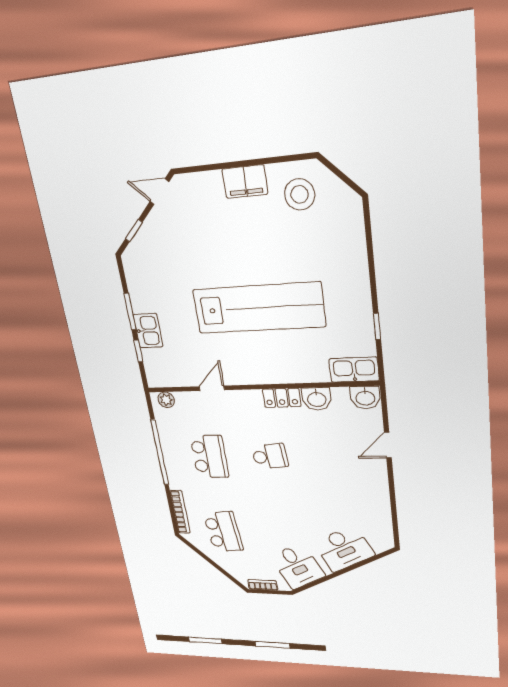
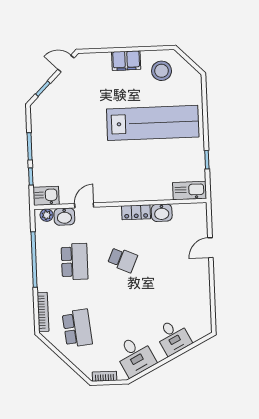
lab bench: (259, 308) -> (153, 123), moved
kitchen sink: (148, 331) -> (46, 196), moved, turned -90
washbasin: (365, 398) -> (64, 217), moved
school desk: (270, 456) -> (122, 260), turned 30
desk: (344, 549) -> (173, 337), width x0.73

